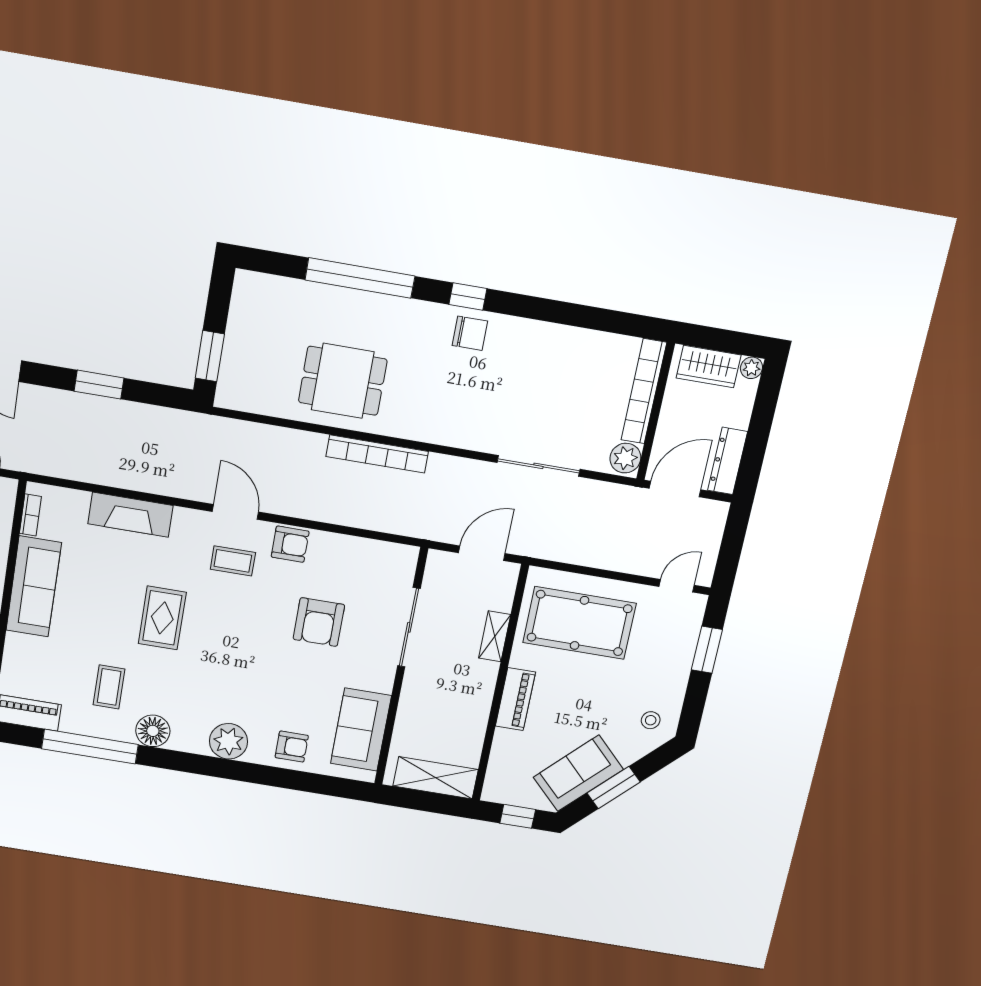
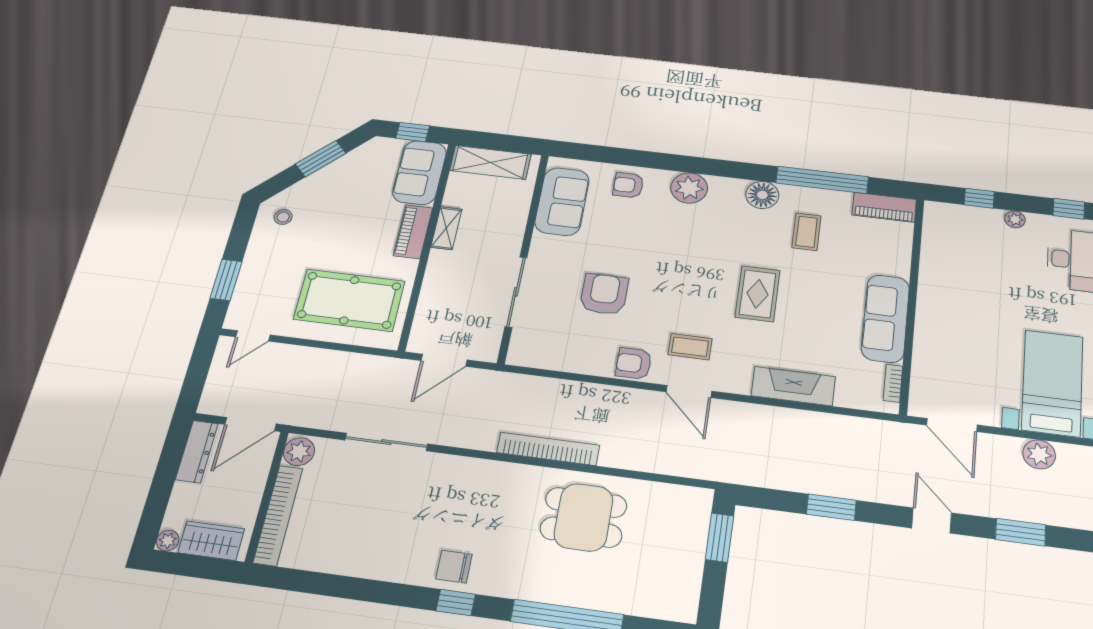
shelving: (495, 636) -> (446, 228), moved
sofa: (578, 773) -> (420, 173), moved, turned 135

